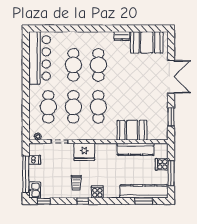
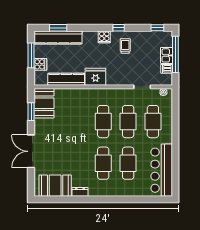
booth: (132, 130) -> (44, 103), moved, turned 90
fridge: (84, 152) -> (95, 77), moved
kitchen sink: (35, 190) -> (167, 55), moved

